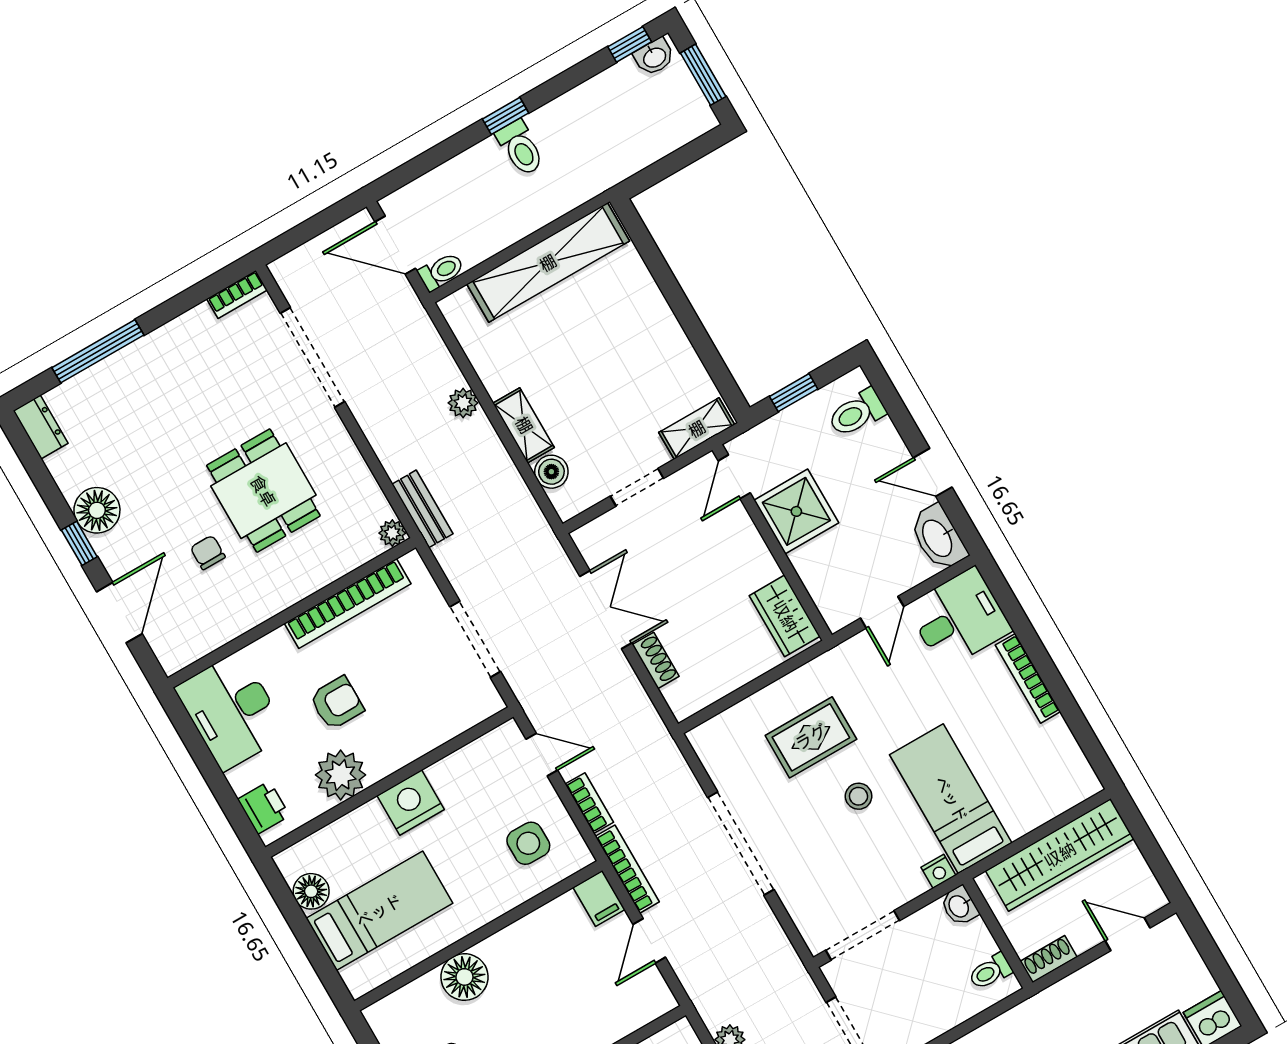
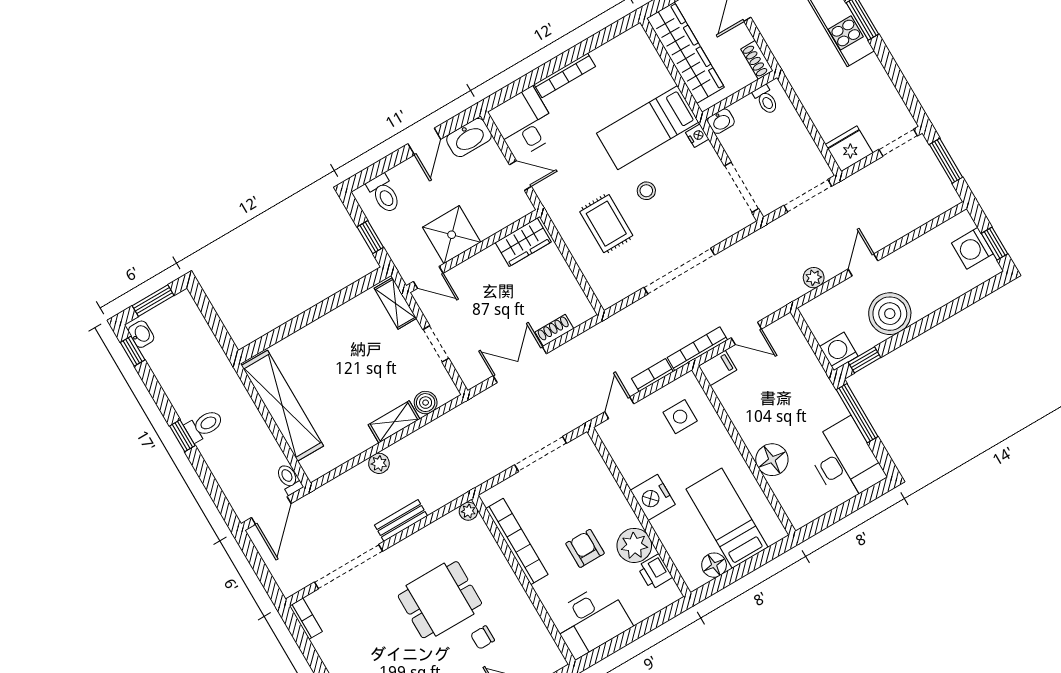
bench: (422, 509) -> (401, 520), moved
printer: (264, 808) -> (655, 572), moved, turned -90

